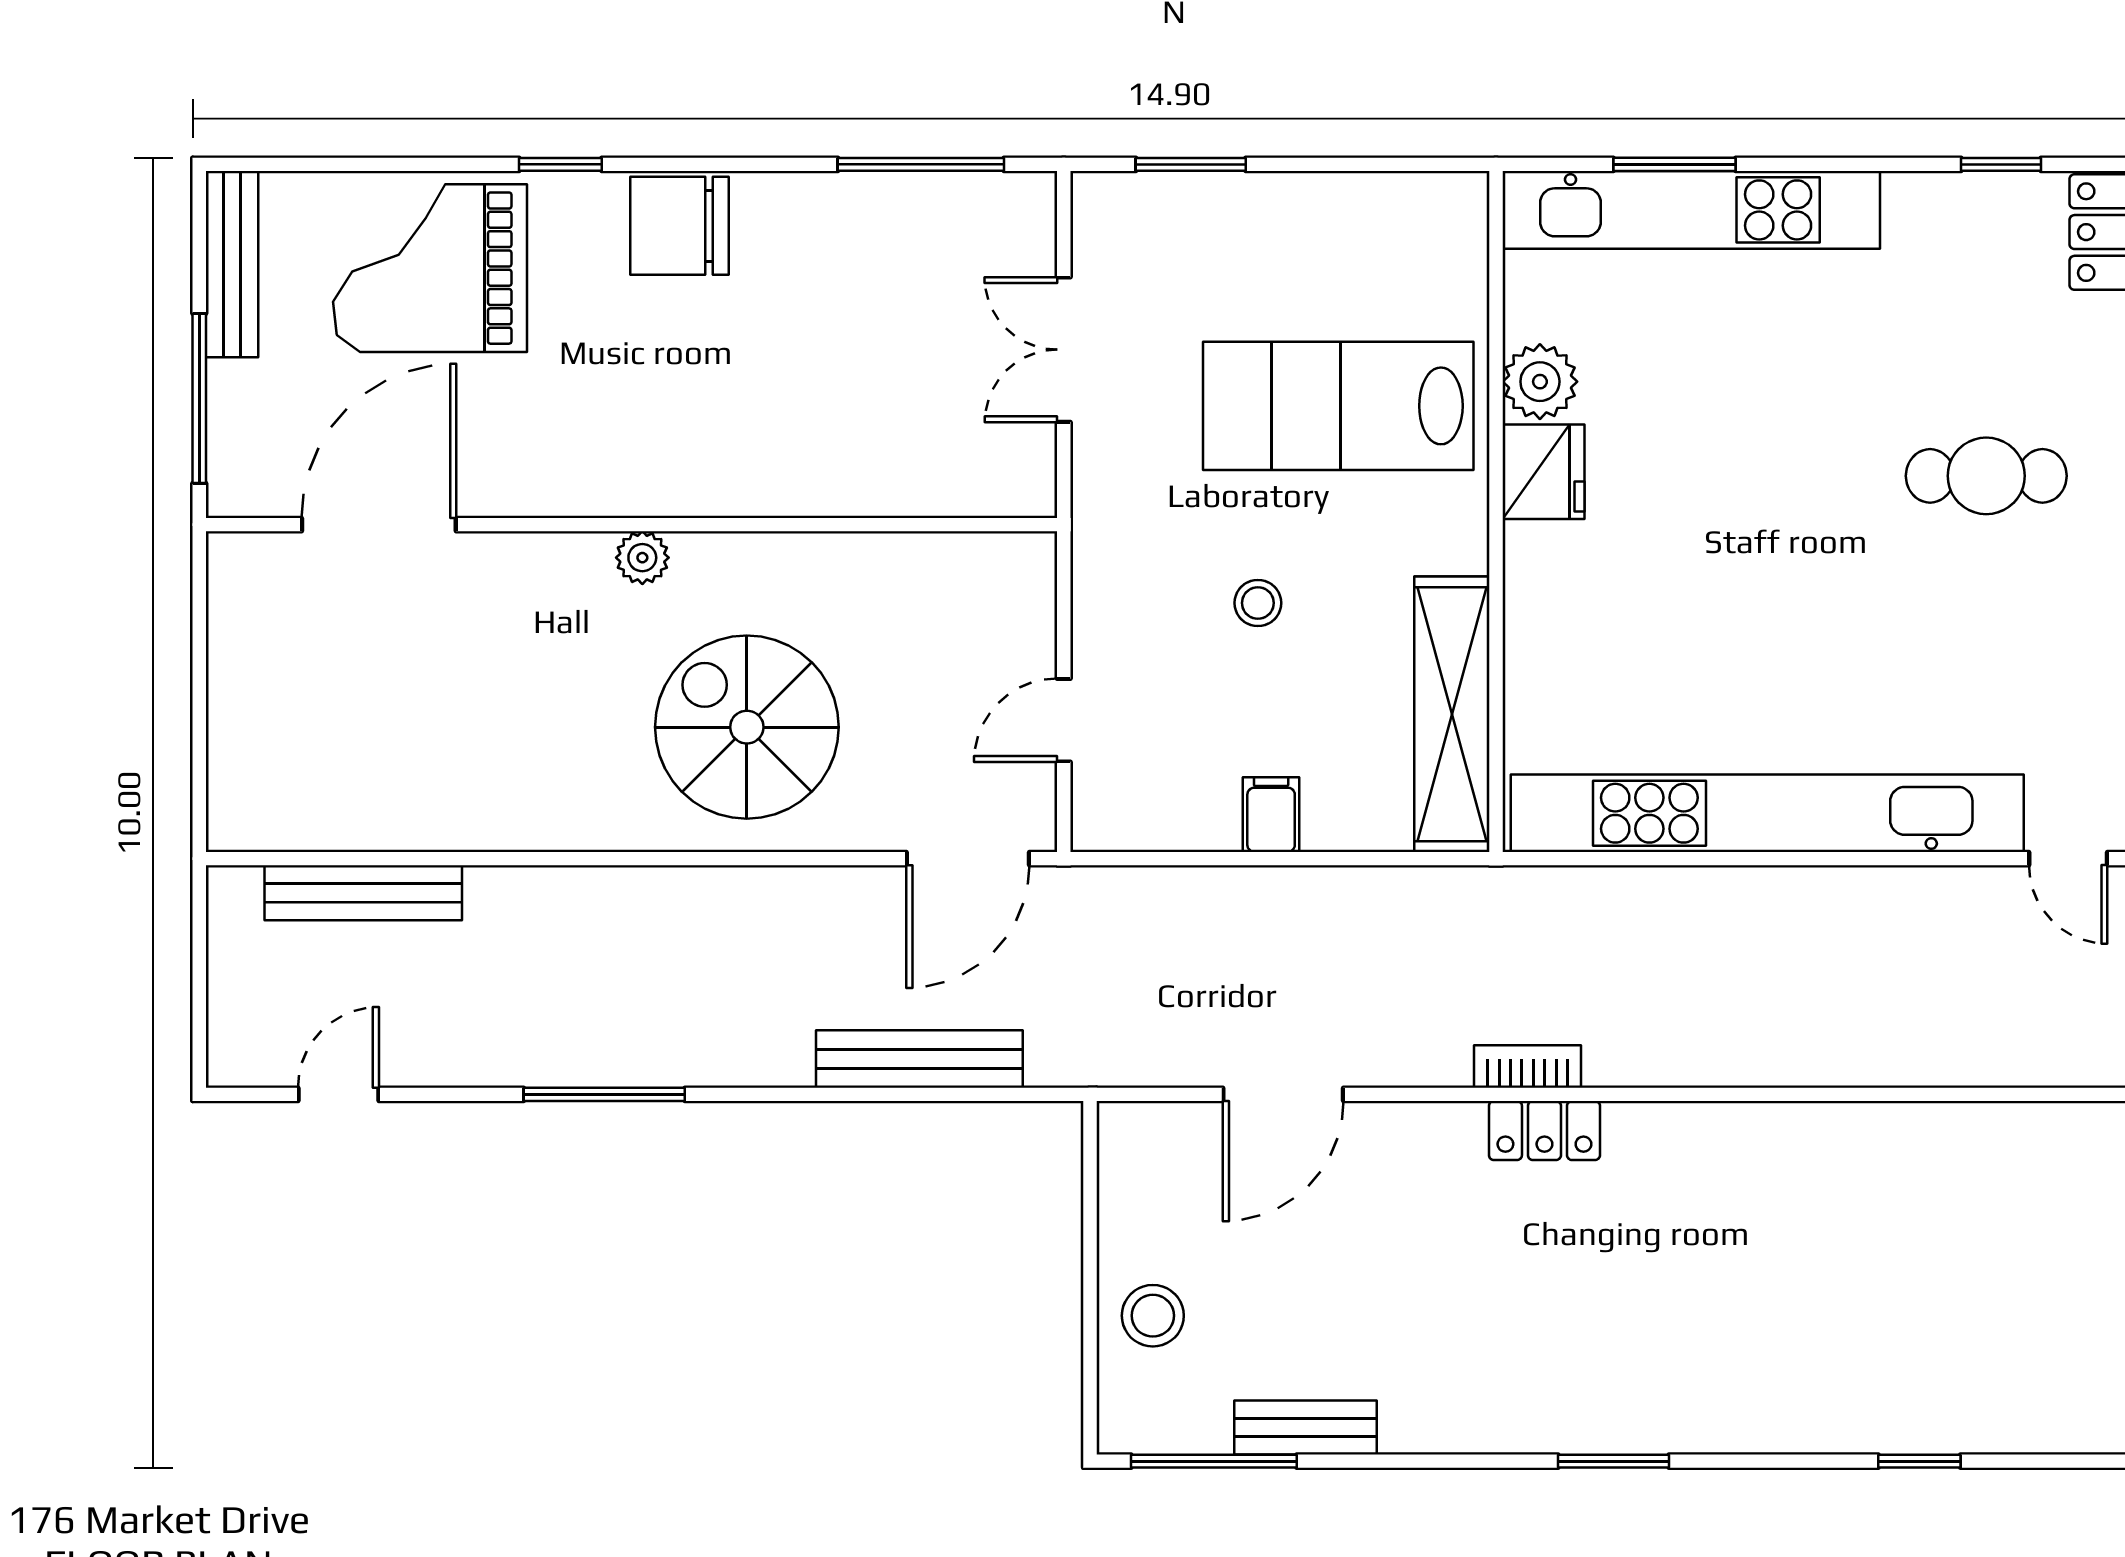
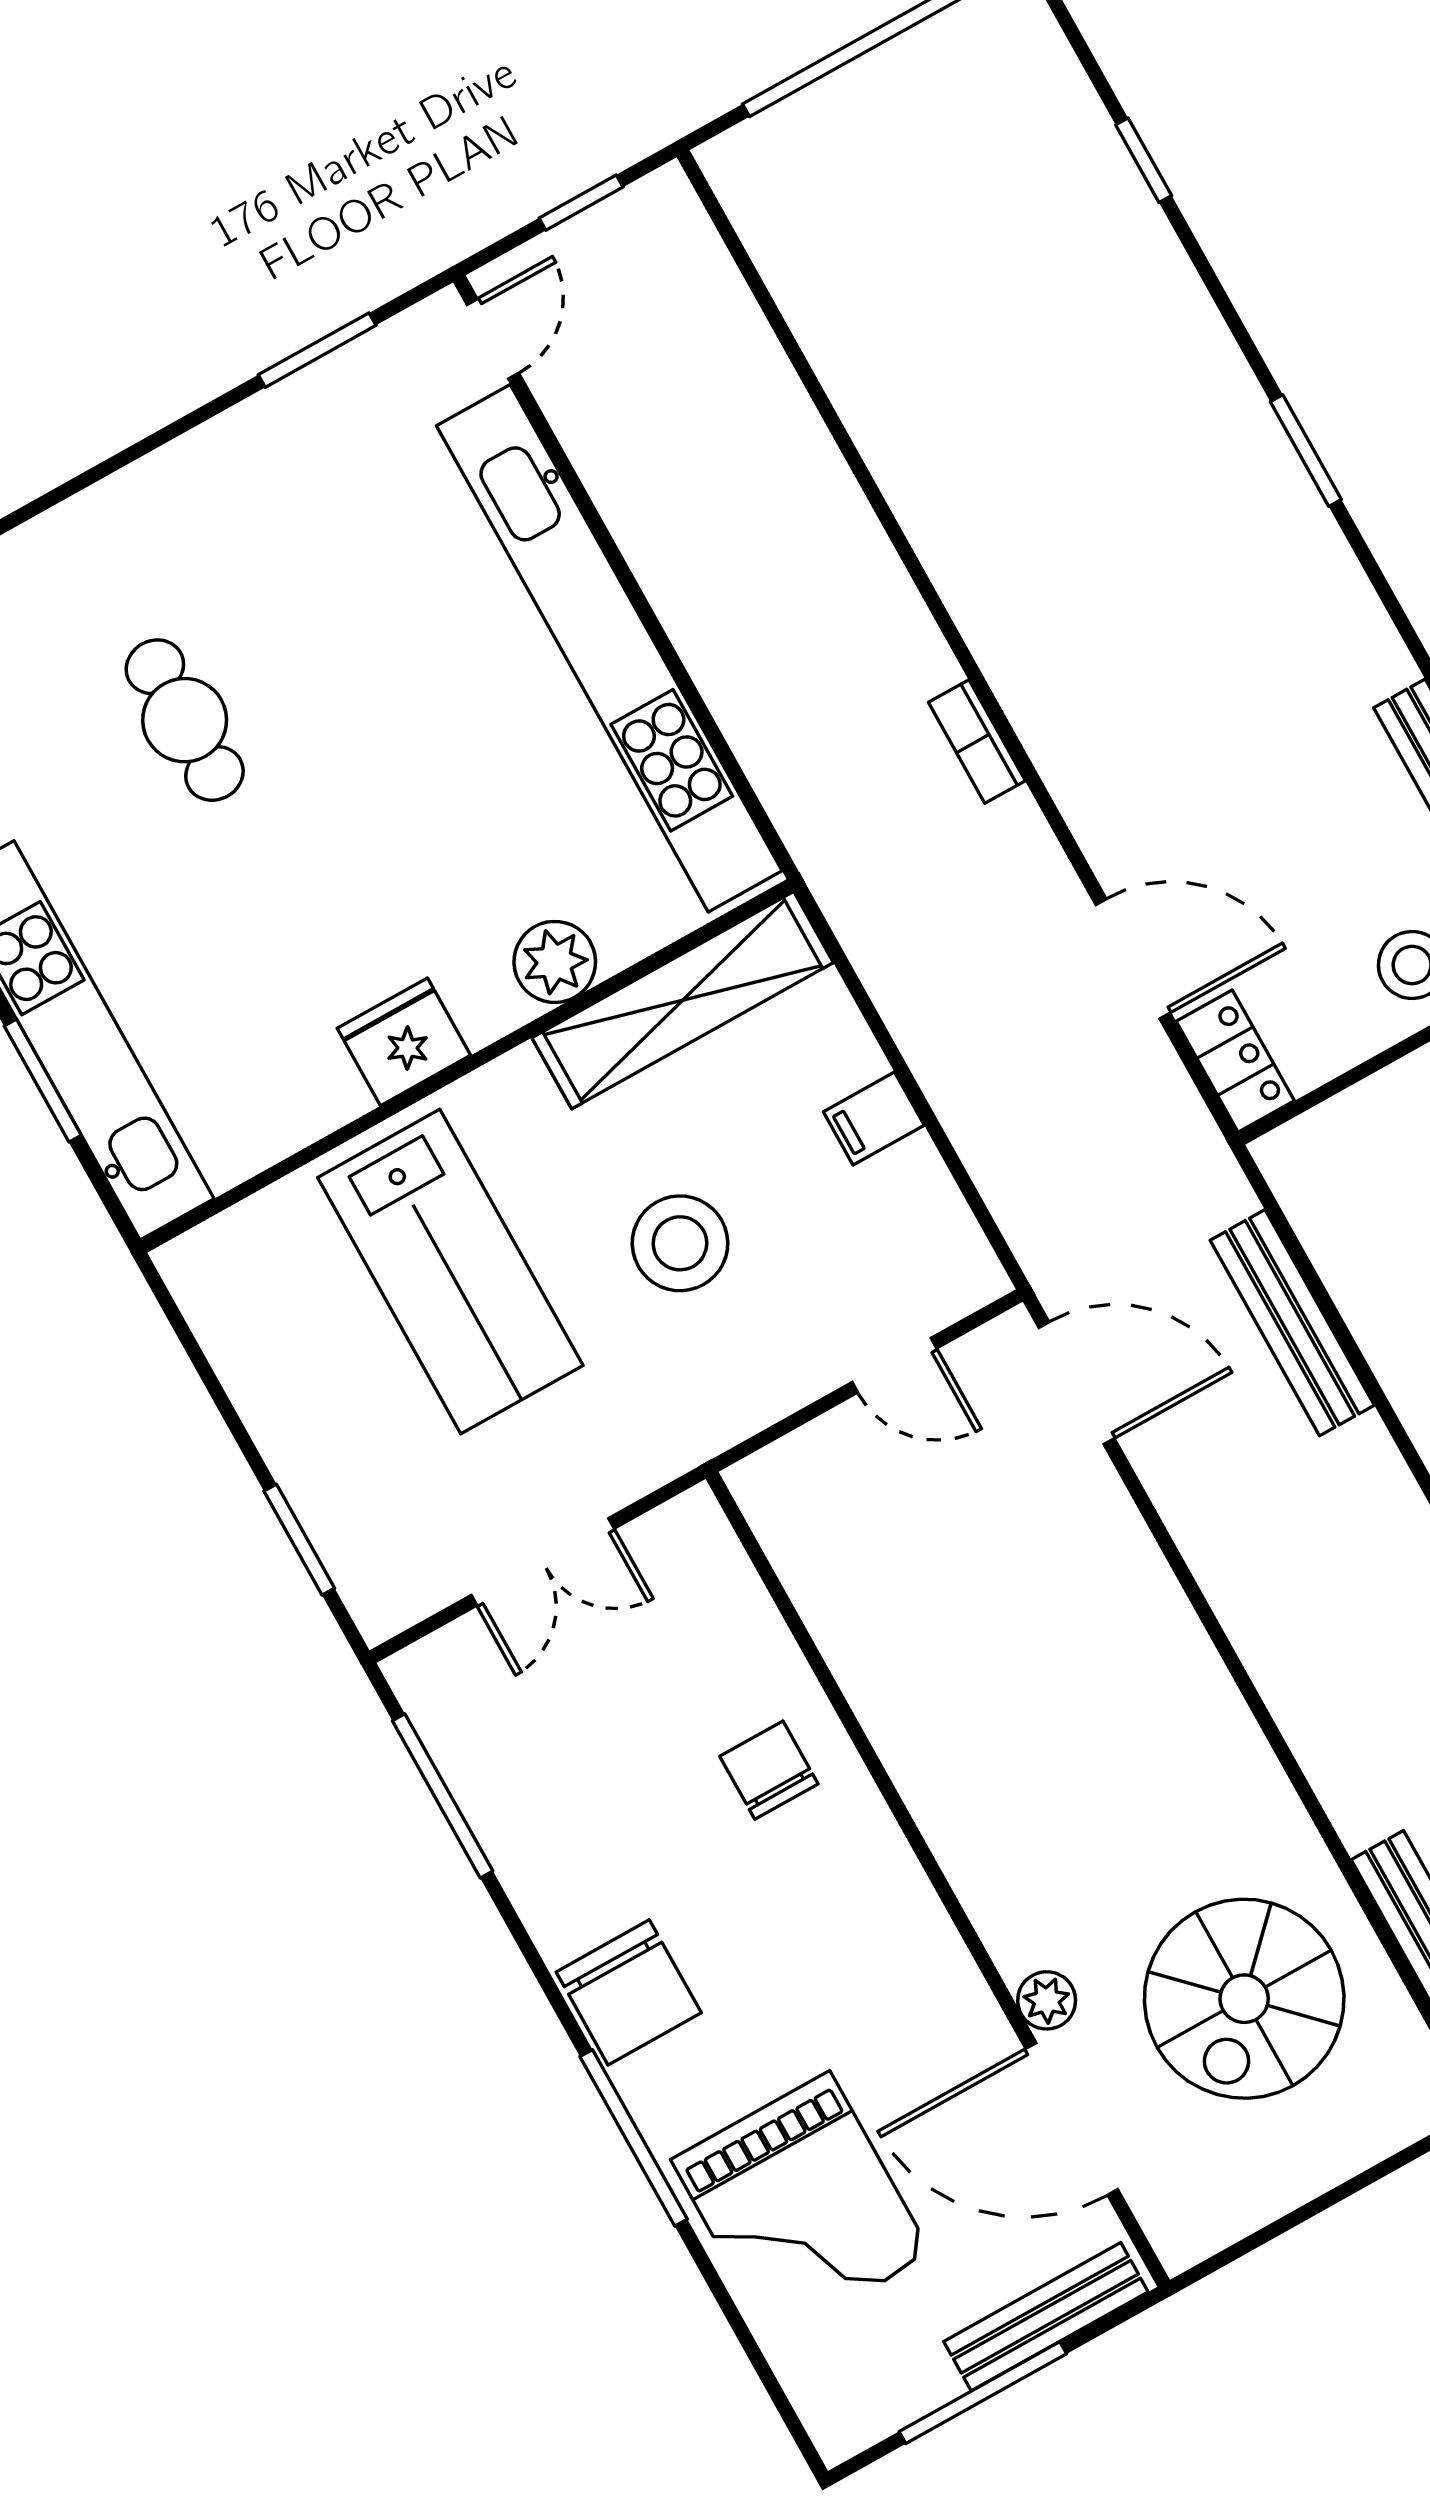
window: (560, 164) -> (634, 2138), width x2.17
bench: (232, 264) -> (1046, 2317), moved
plant: (1540, 382) -> (555, 962), moved
window: (199, 398) -> (983, 2393), moved
chair: (795, 438) -> (769, 1770), added
cafe table: (1986, 476) -> (185, 720), moved
plant: (642, 558) -> (1047, 2000), moved
stool: (1258, 603) -> (680, 1243), width x1.89, depth x1.89
spiral stairs: (747, 727) -> (1244, 1999), moved
locker: (1544, 1131) -> (1235, 1061), moved

